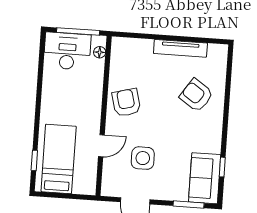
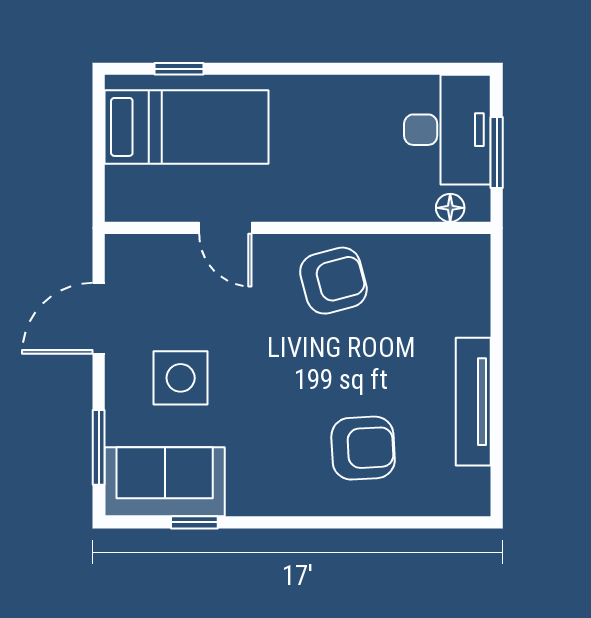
window: (78, 31) -> (497, 153), width x0.69
armchair: (196, 95) -> (363, 448), turned 53
side table: (143, 158) -> (181, 378), moved

